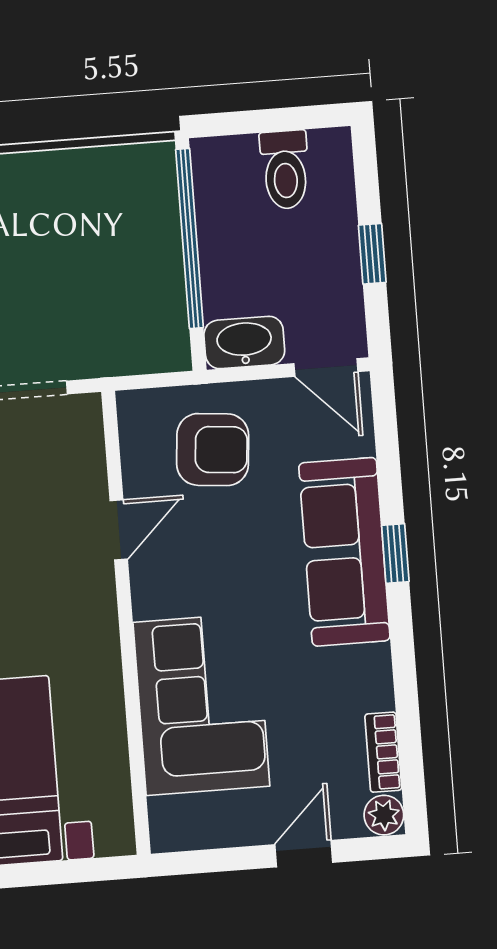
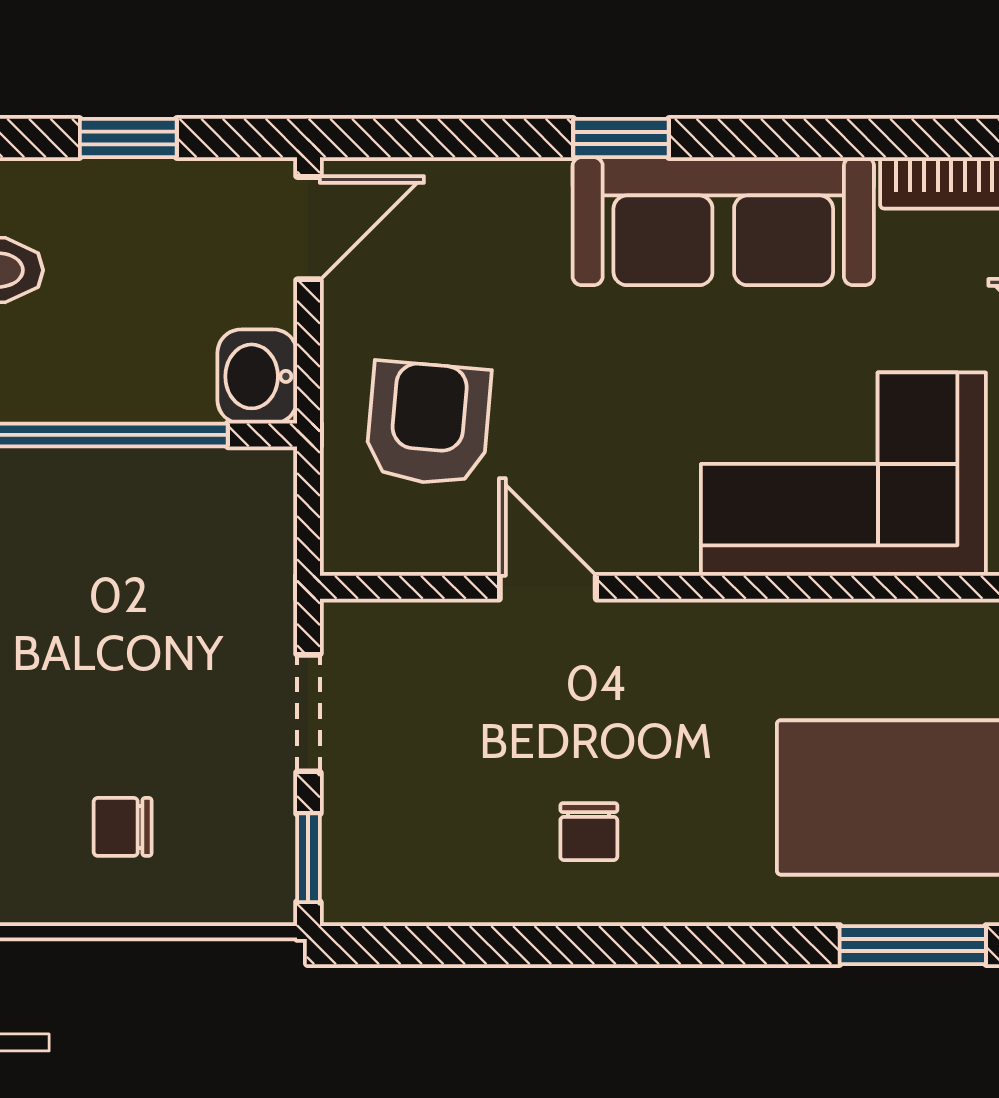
washbasin: (244, 342) -> (257, 376), width x0.72
sofa: (344, 552) -> (723, 221), moved

